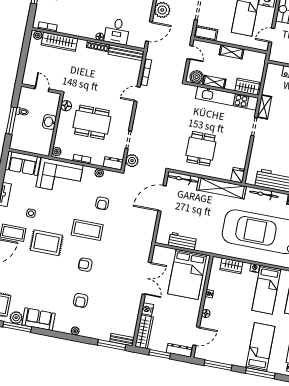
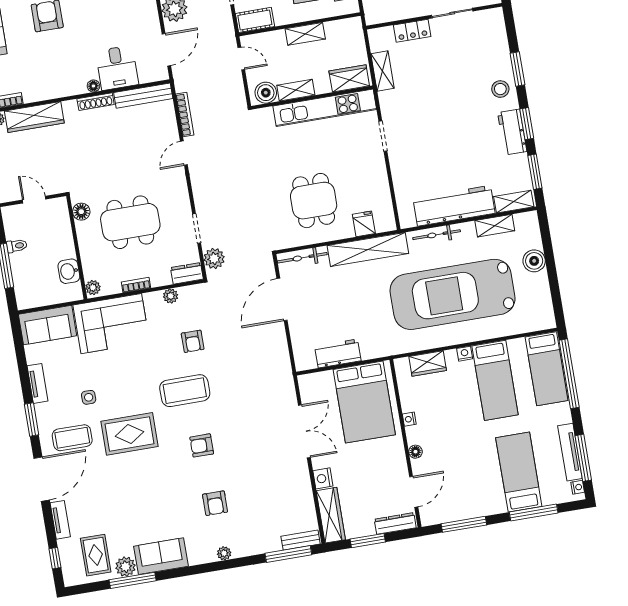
shelving: (264, 107) -> (382, 71), moved
washbasin: (49, 122) -> (69, 271), moved
fridge: (238, 175) -> (364, 224), moved

